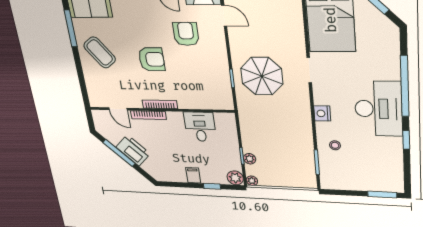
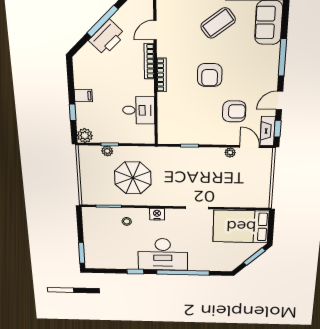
door: (224, 16) -> (250, 147), swing flipped
parasol: (262, 76) -> (133, 178), moved
plant: (252, 181) -> (230, 153), moved

